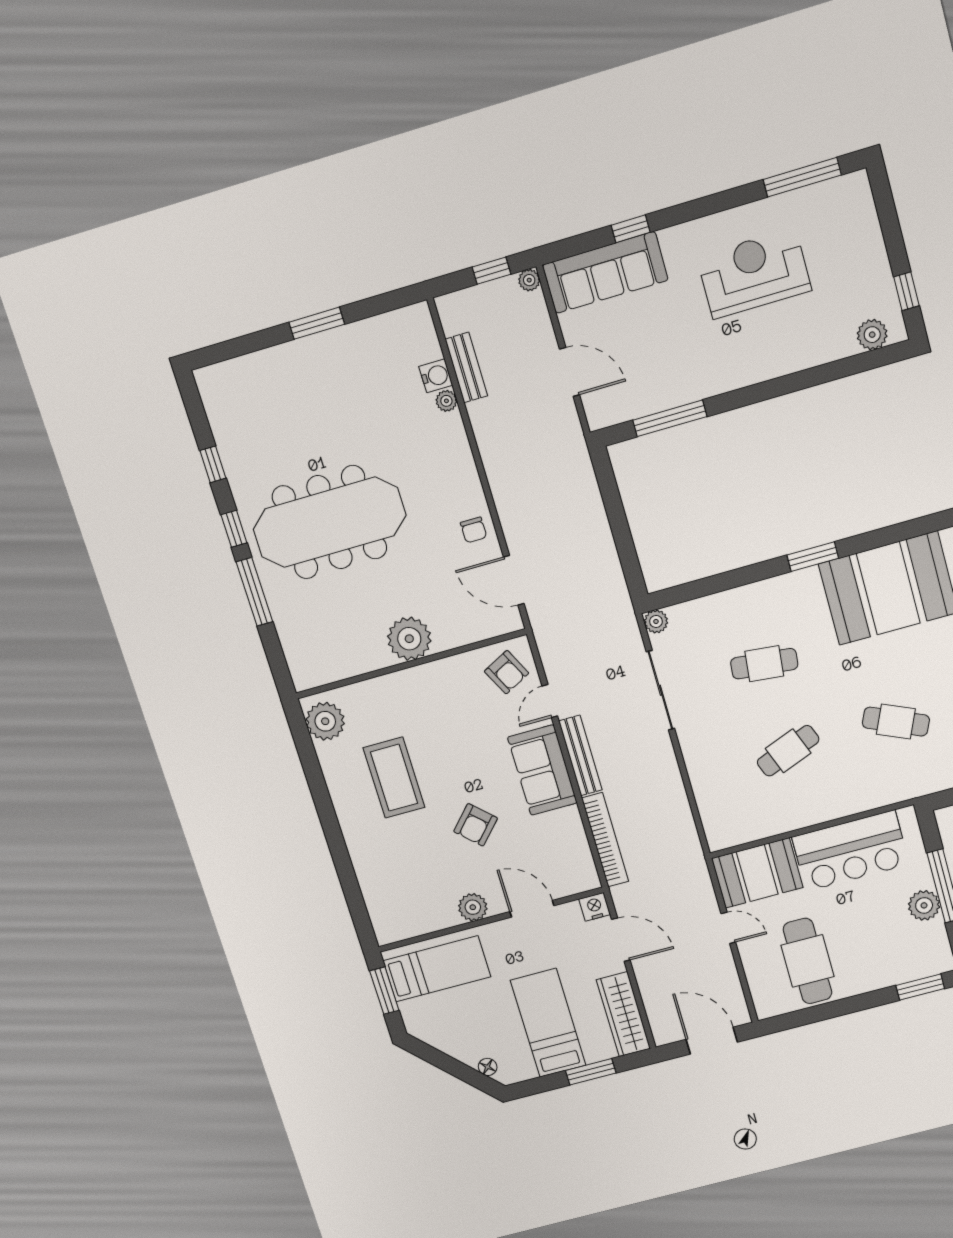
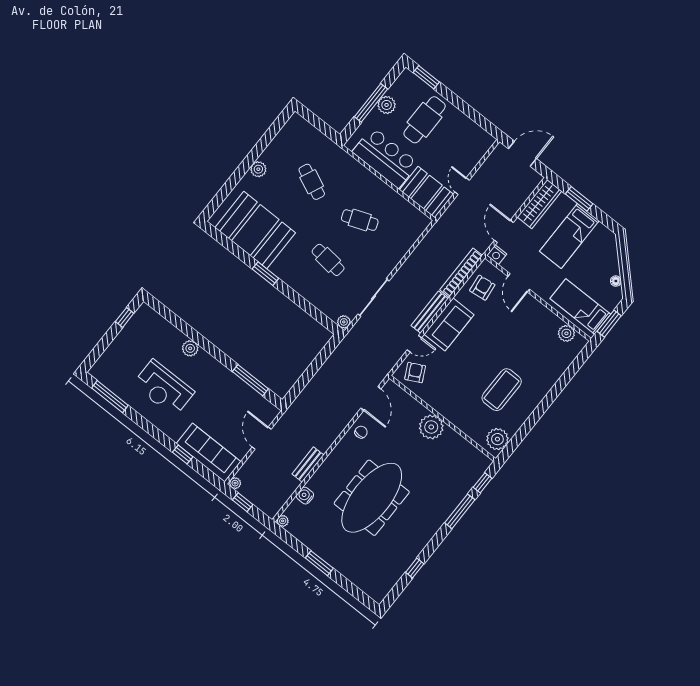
plant: (872, 335) -> (190, 348), moved
bench: (466, 368) -> (308, 464), moved
plant: (446, 401) -> (283, 521), moved
meeting table: (329, 522) -> (372, 498), moved, turned 90
window: (234, 529) -> (482, 483), moved
armchair: (476, 825) -> (482, 288), moved, turned -50
plant: (473, 907) -> (566, 333), moved
cafe table: (808, 961) -> (425, 120), moved
door: (712, 1041) -> (522, 154), swing flipped
floor lamp: (488, 1067) -> (616, 281), moved

